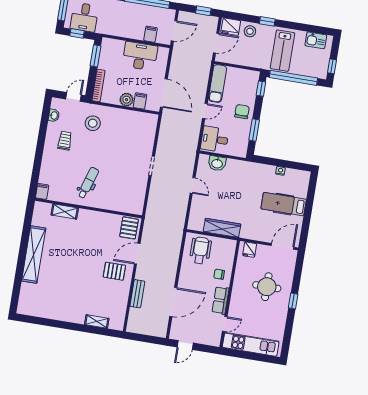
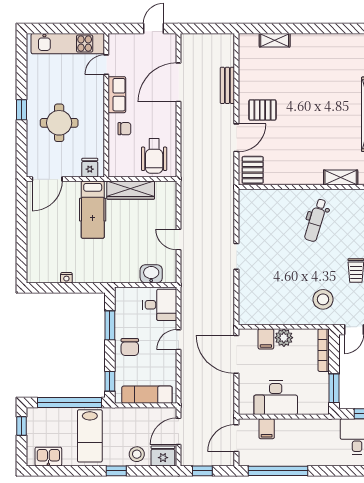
lab bench: (282, 51) -> (90, 436), turned 180
exam couch: (218, 84) -> (147, 395), moved, turned 90
hospital bed: (284, 204) -> (93, 210), moved, turned 90

